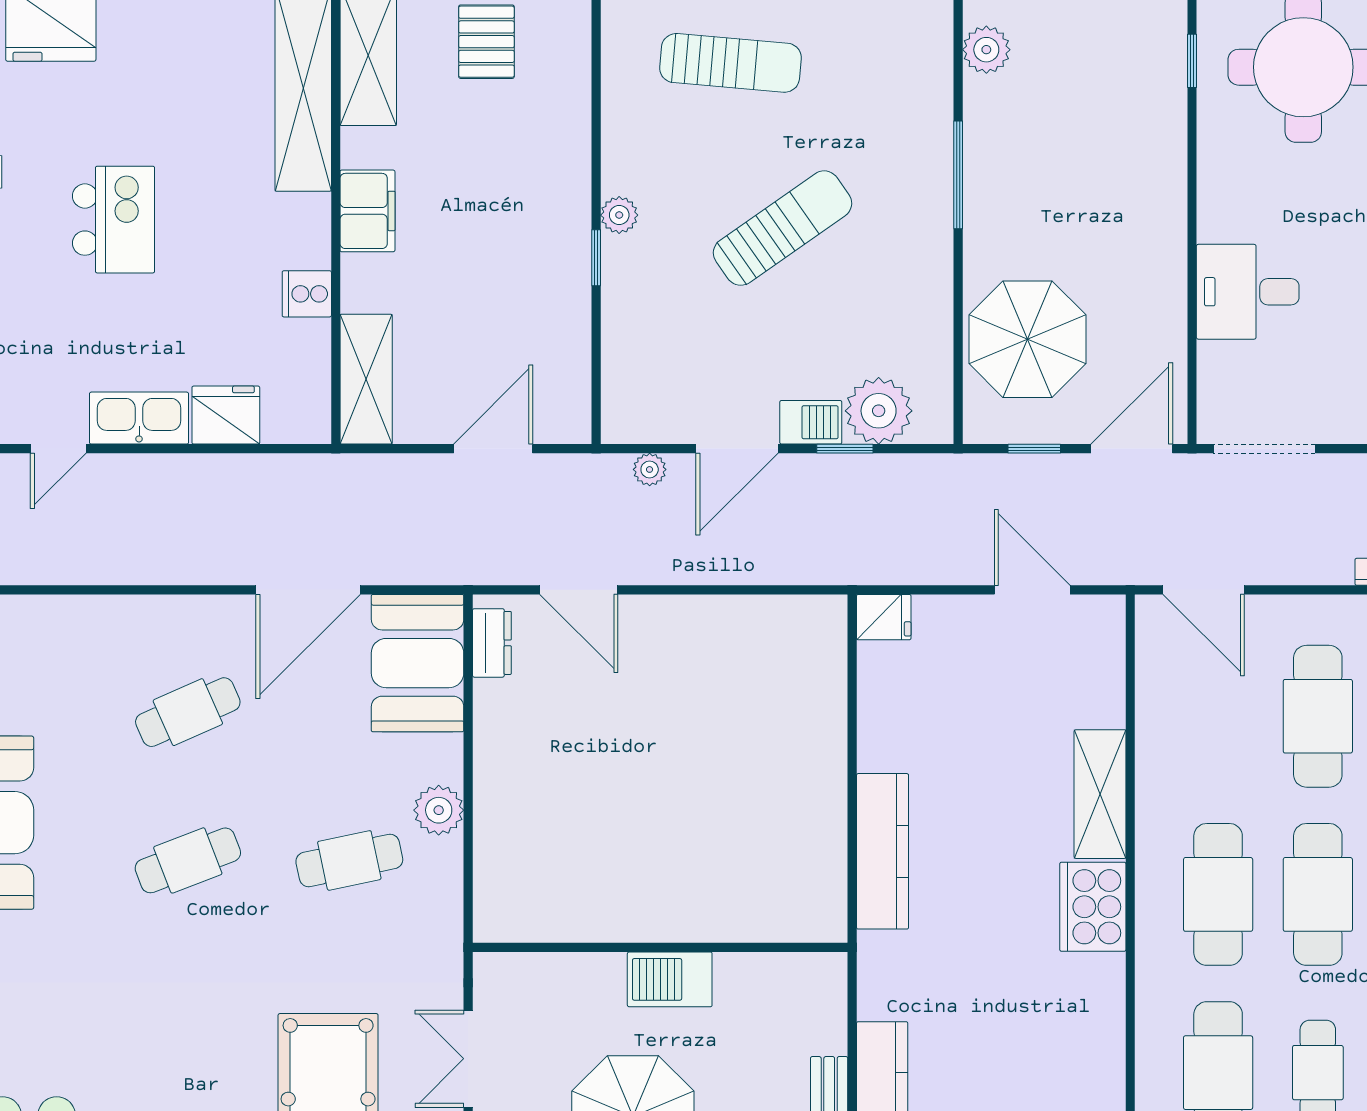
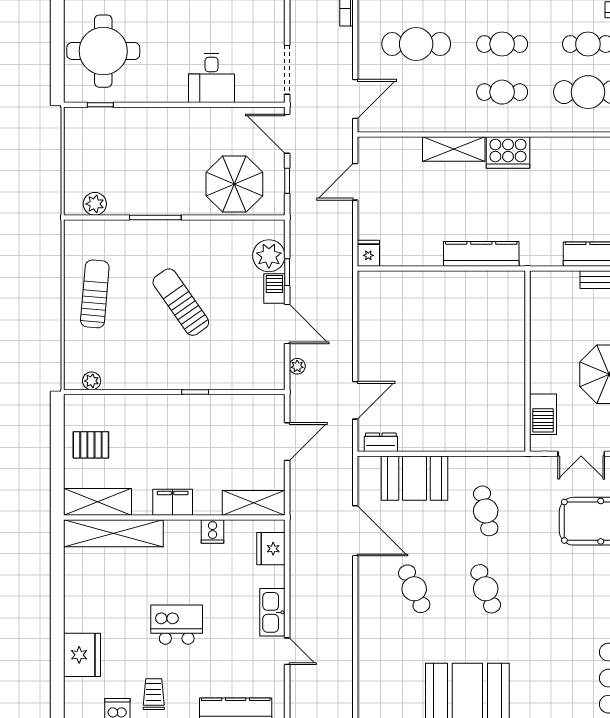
sun lounger: (730, 63) -> (95, 294), moved
plant: (619, 215) -> (92, 381), moved
fridge: (226, 415) -> (271, 549), moved
door: (493, 449) -> (287, 442), swing flipped
booth: (418, 663) -> (414, 478), moved
plant: (439, 810) -> (461, 468), removed
cafe table: (1218, 894) -> (502, 92), width x0.73, depth x0.74
cafe table: (1318, 894) -> (502, 44), width x0.73, depth x0.74
barbecue: (670, 979) -> (543, 414), moved

